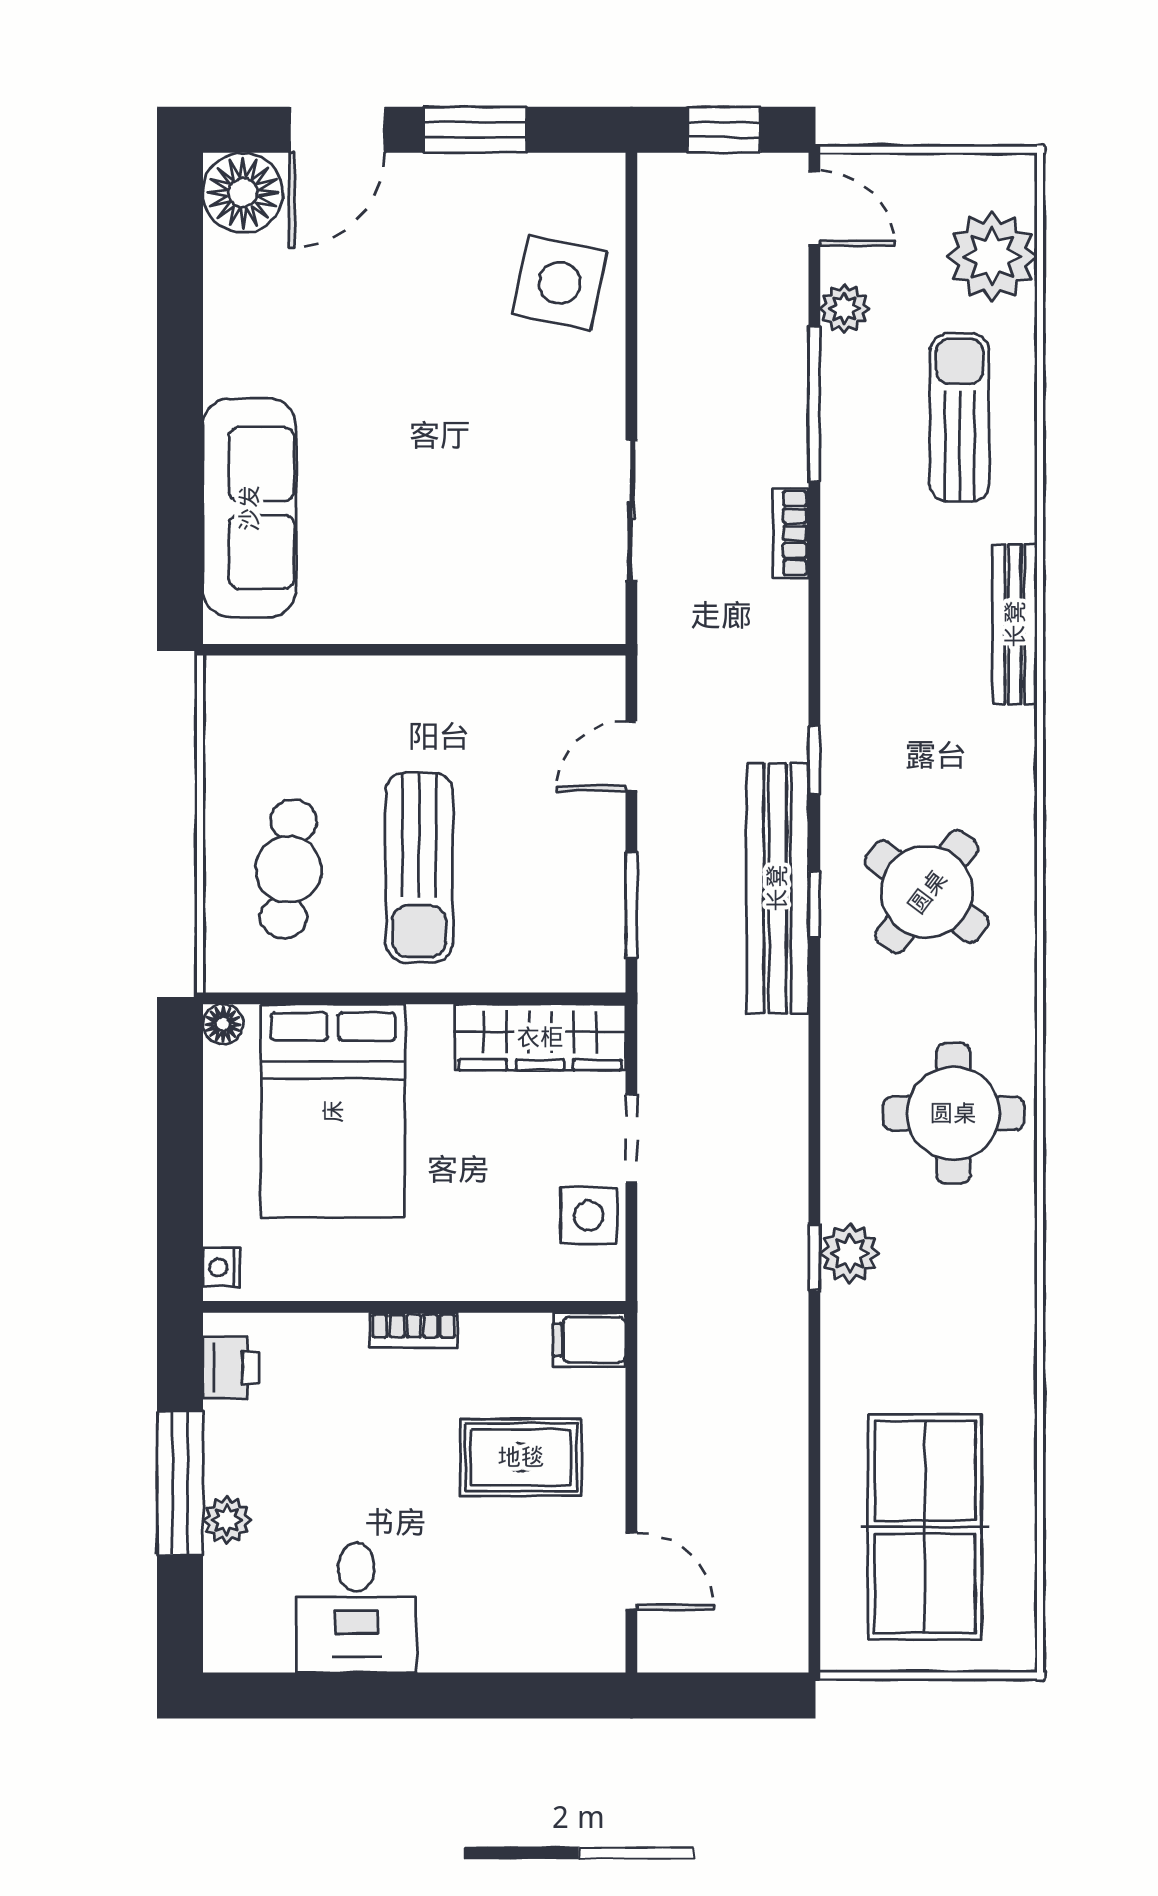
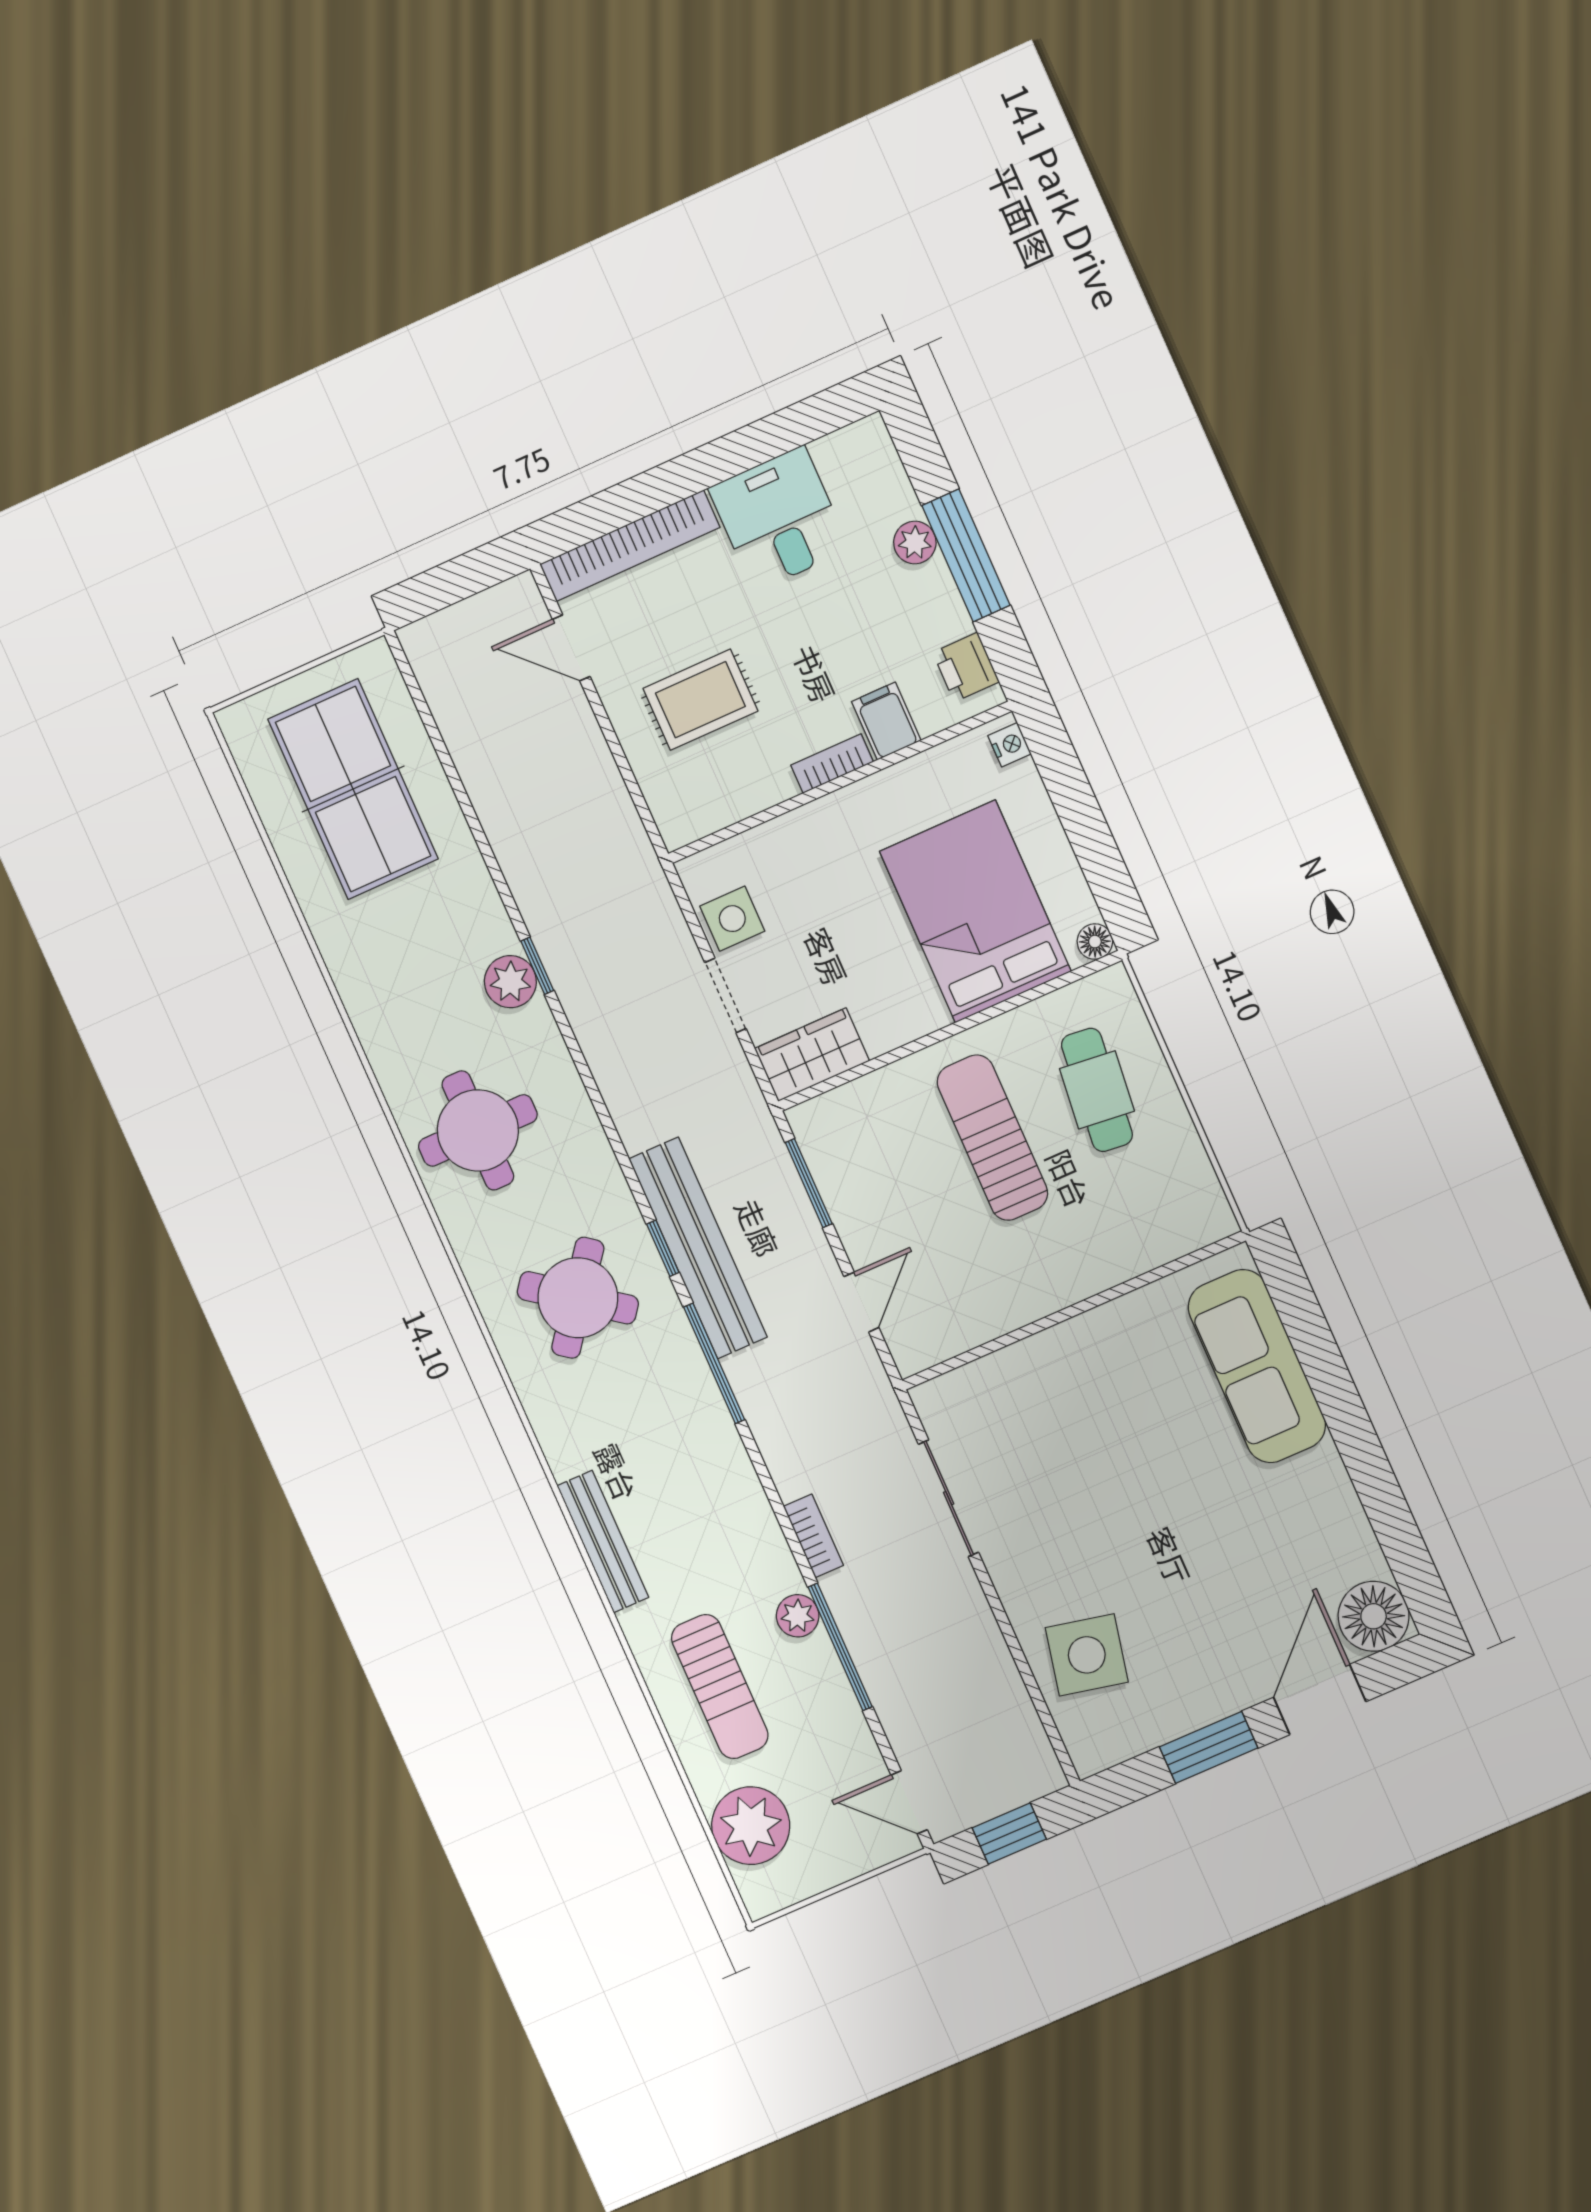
plant: (844, 309) -> (798, 1616), moved
window: (814, 760) -> (714, 1363), width x2.17
wardrobe: (540, 1037) -> (812, 1055), width x0.67
filing cabinet: (589, 1340) -> (886, 721), moved, turned -90
bookcase: (523, 1649) -> (630, 546), added

